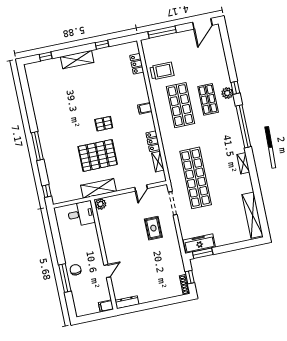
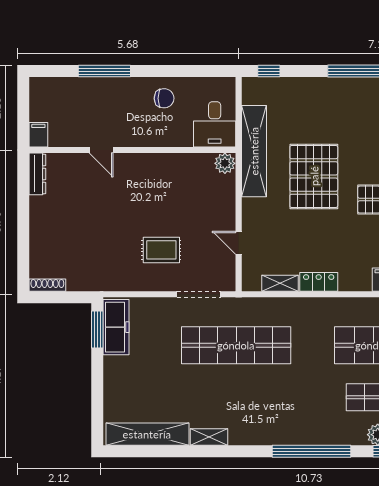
shelving: (243, 163) -> (209, 437), moved
shelving: (99, 188) -> (254, 151), width x1.47
chair: (76, 270) -> (164, 98), moved
window: (190, 277) -> (59, 297), removed

